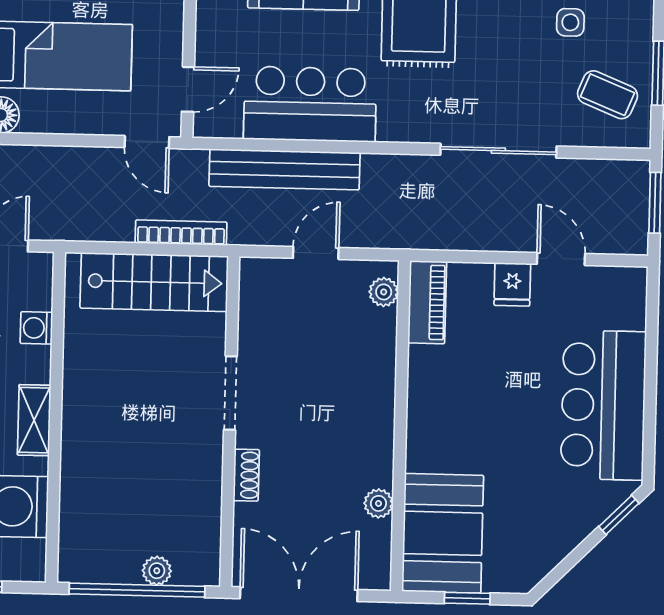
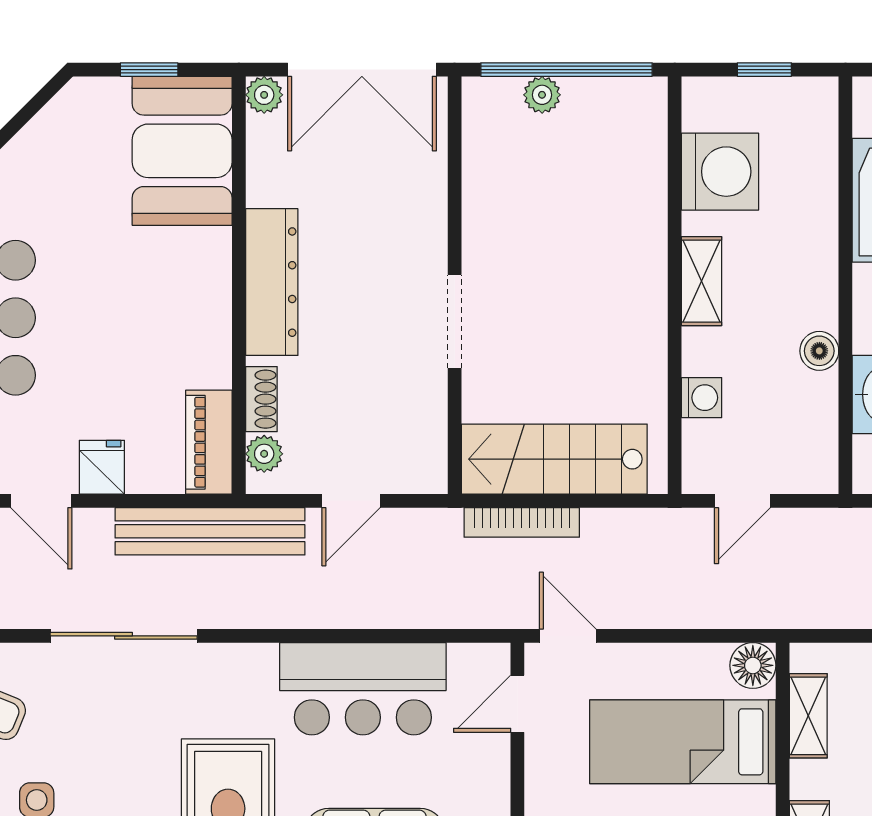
bench: (285, 169) -> (210, 531), moved
dresser: (374, 428) -> (272, 282), added
shoe rack: (246, 475) -> (261, 399), moved, turned 180
plant: (378, 503) -> (264, 95), moved

